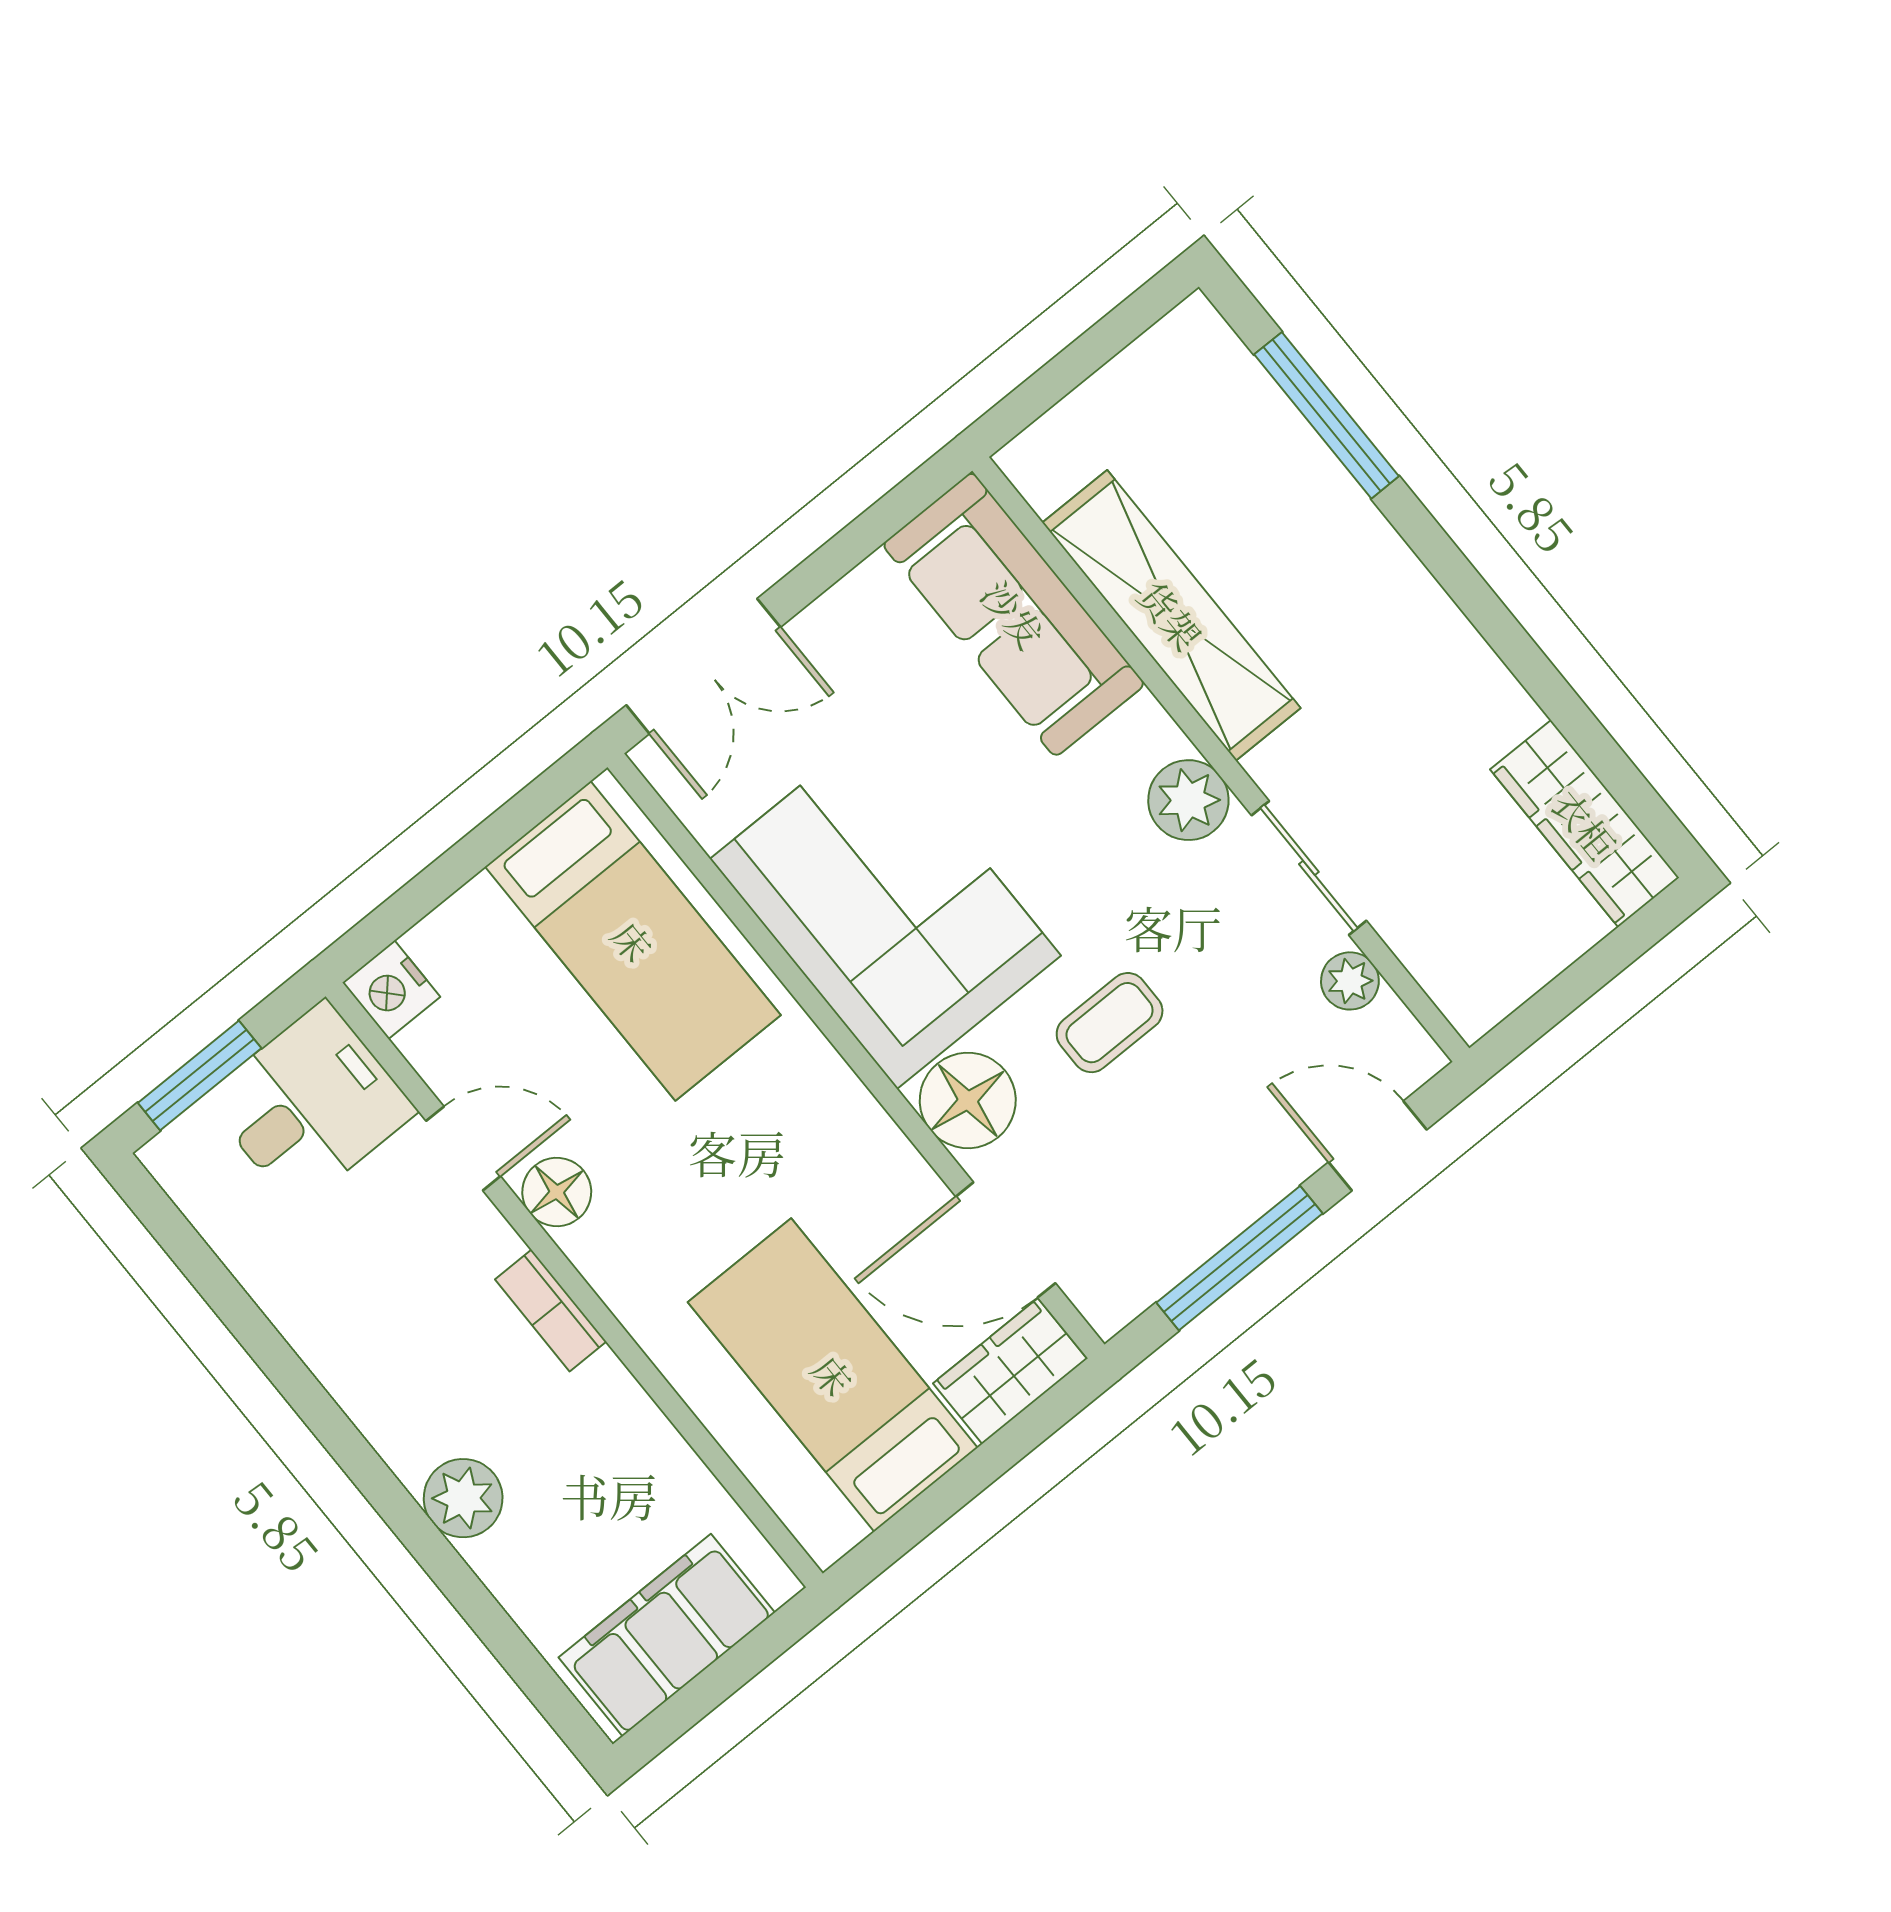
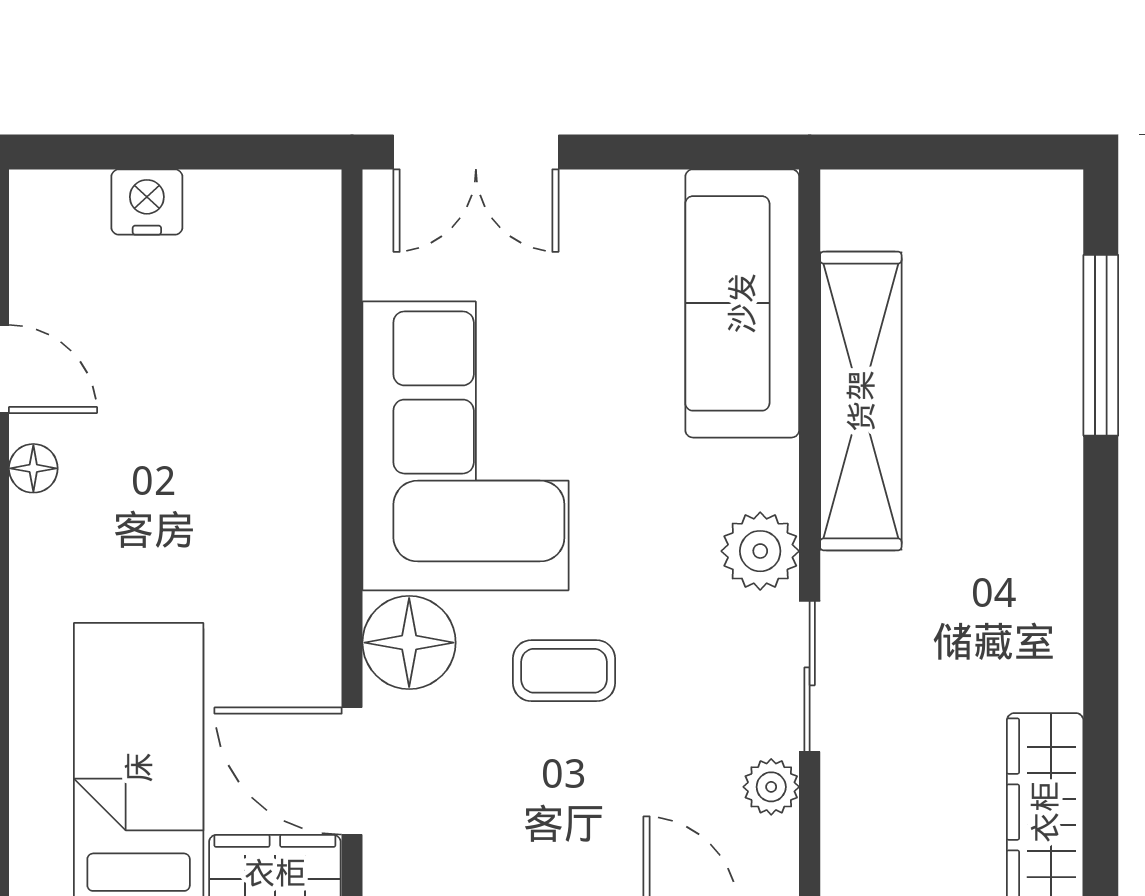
bed: (633, 941) -> (254, 316), removed
nightstand: (391, 990) -> (147, 202), moved, turned 90
floor lamp: (557, 1192) -> (33, 468), width x0.73, depth x0.73

